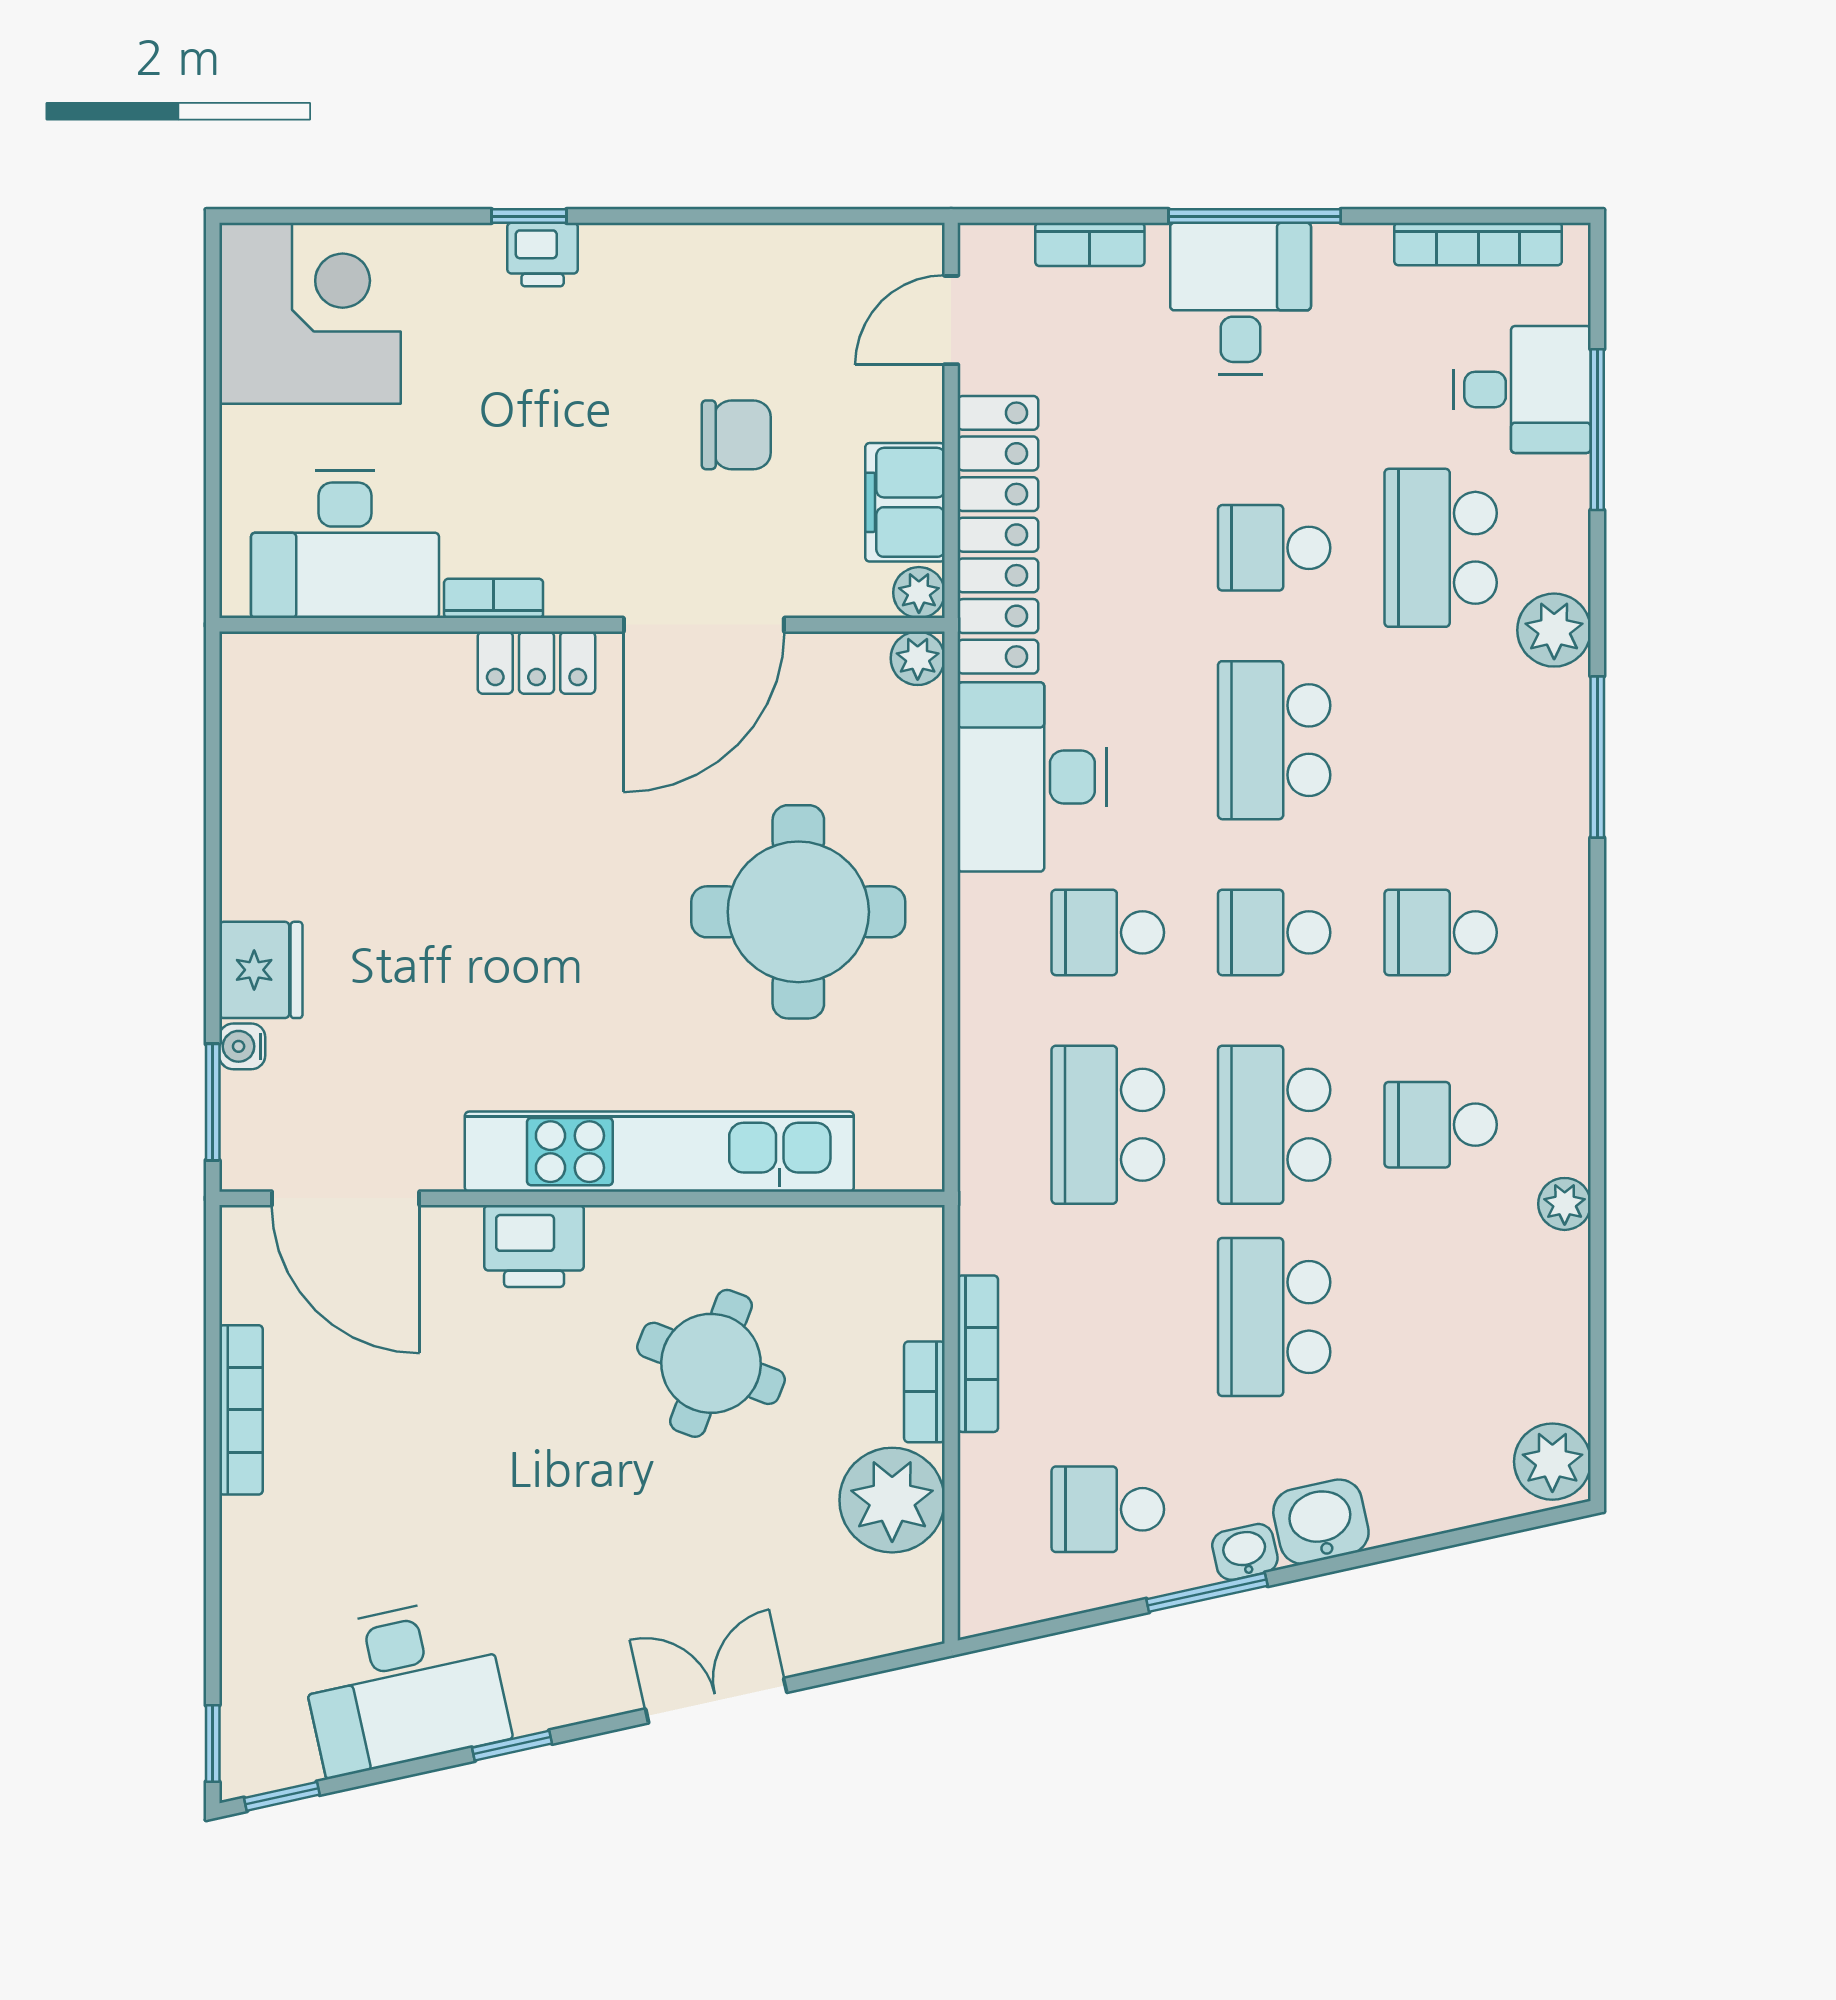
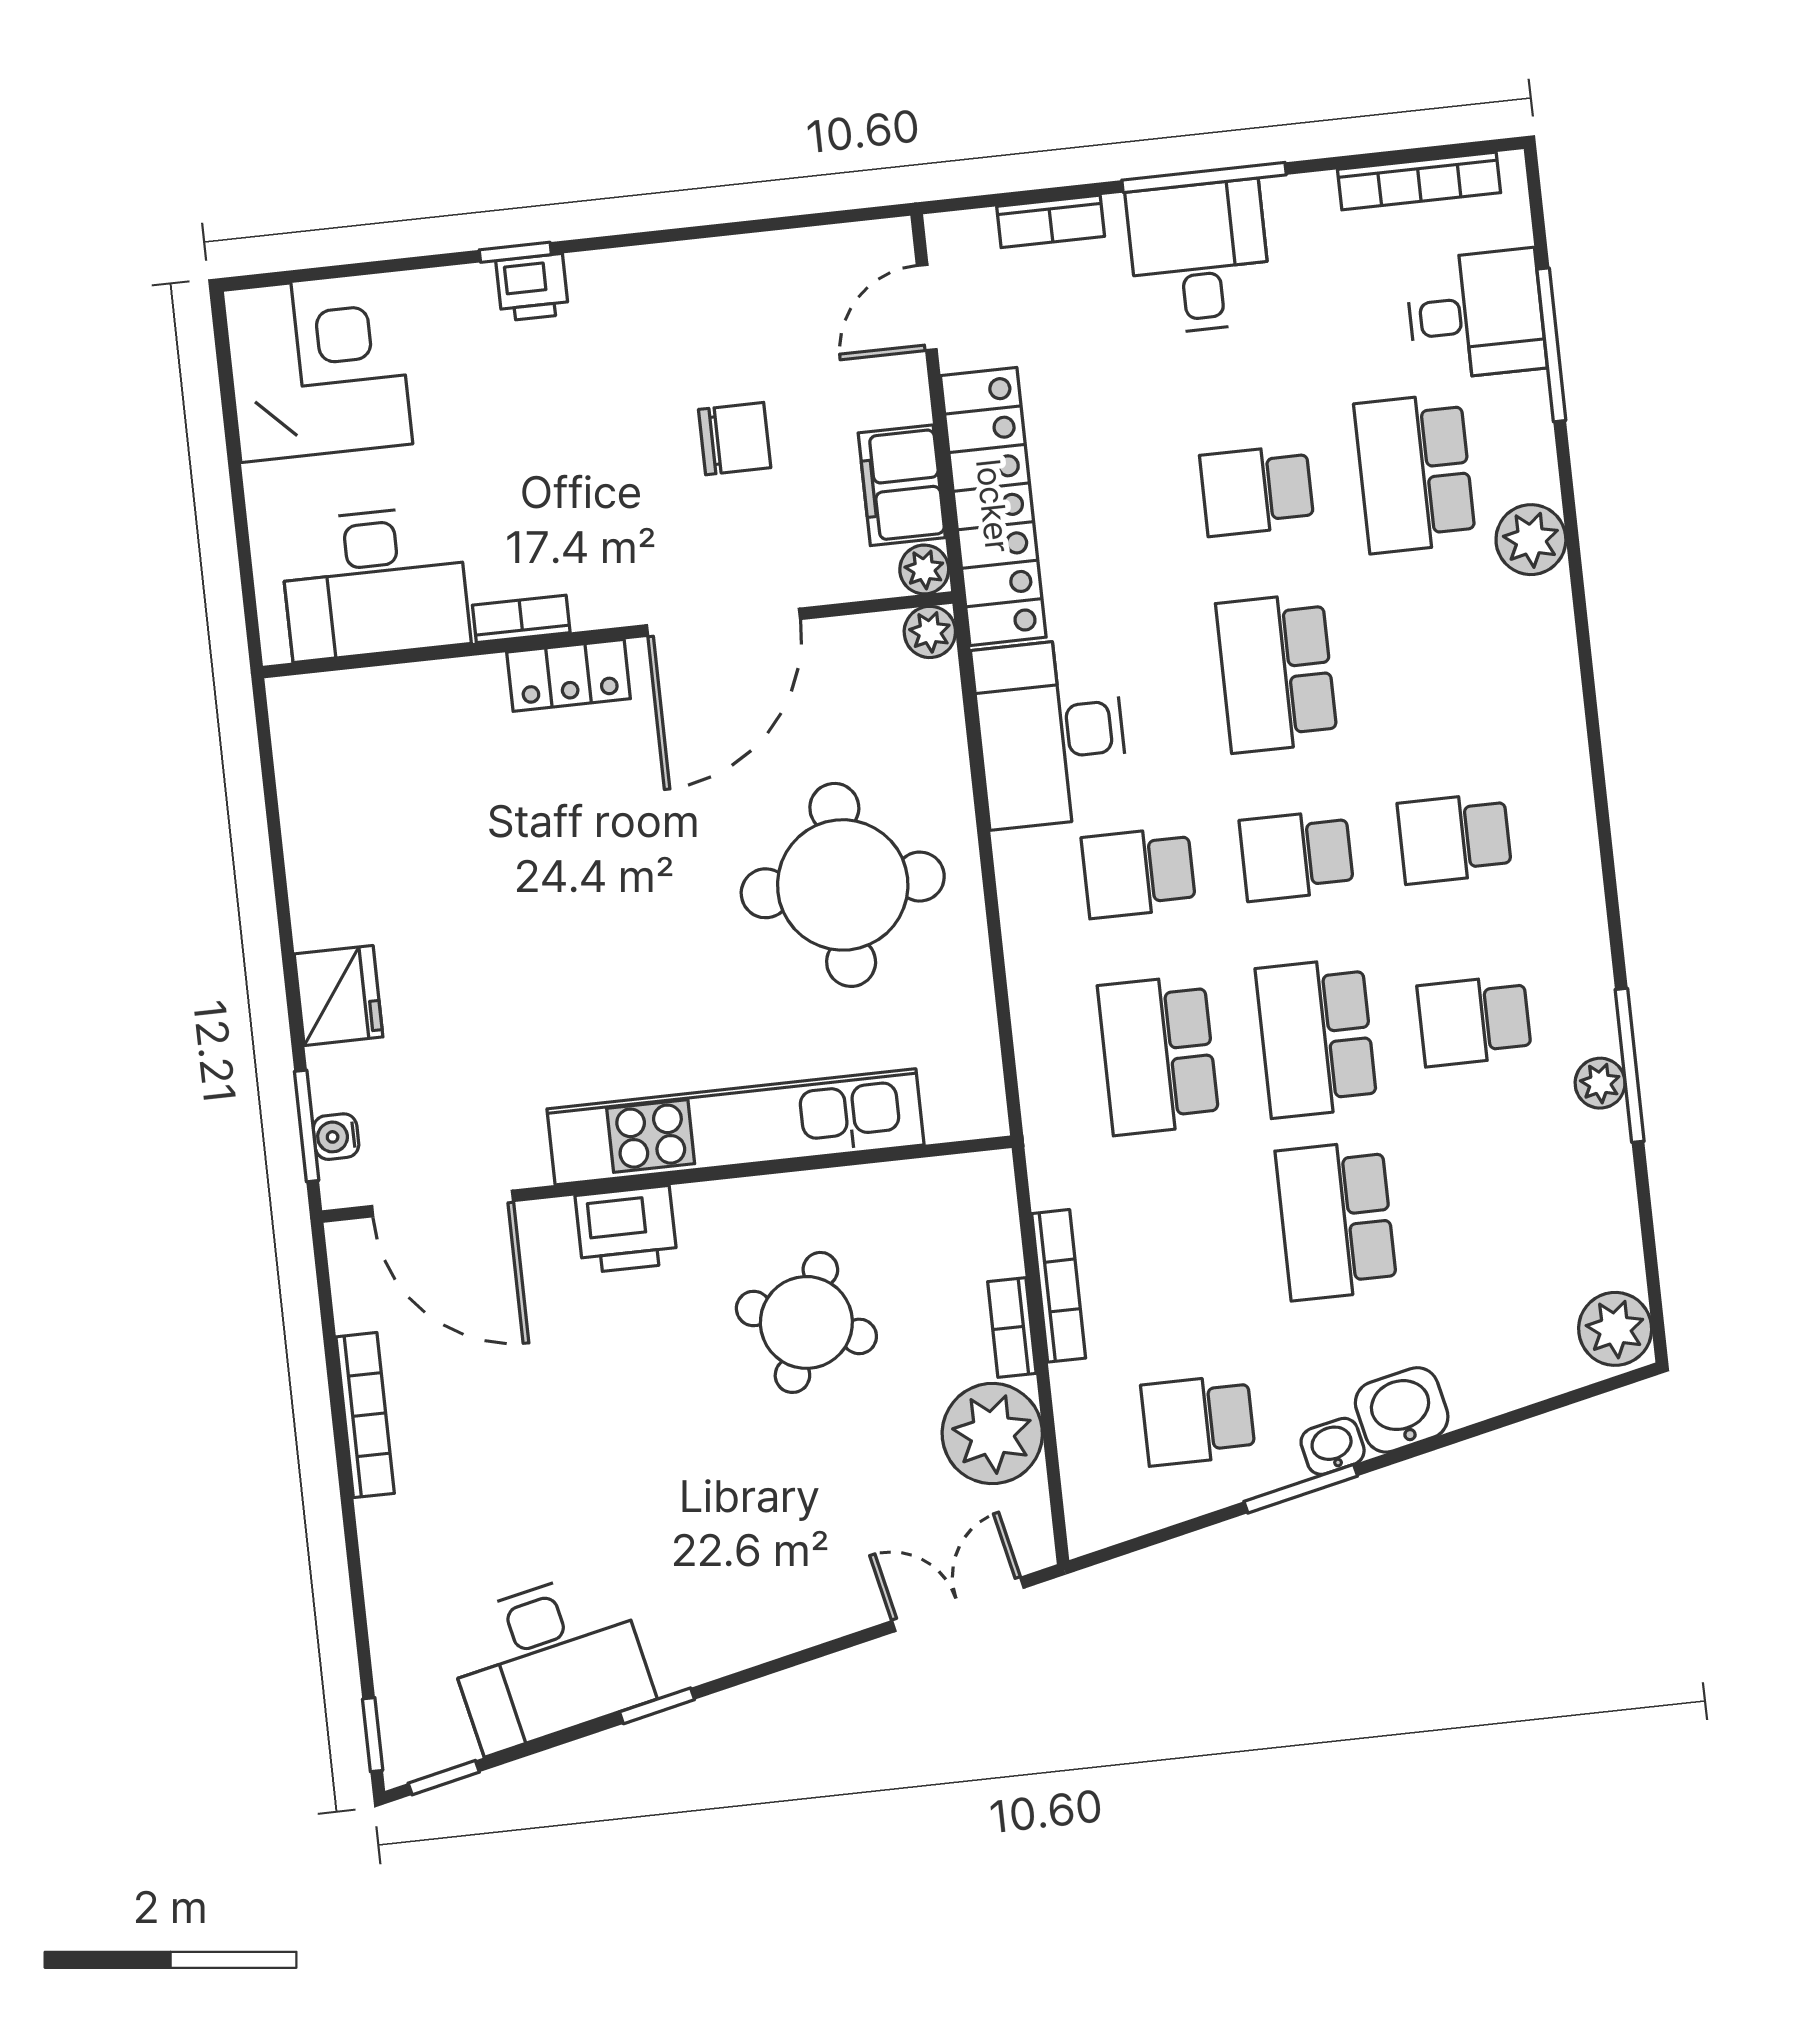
window: (1597, 757) -> (1630, 1065), moved
water cooler: (242, 1046) -> (336, 1137), moved
double door: (716, 1701) -> (958, 1604), moved

